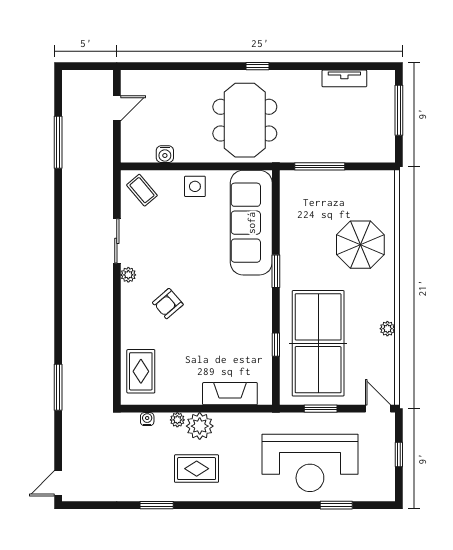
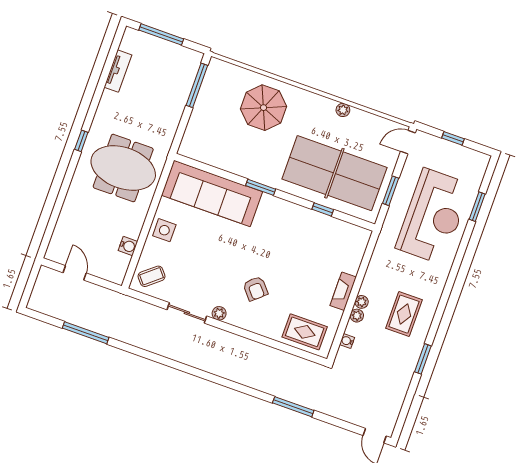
window: (320, 166) -> (197, 85), moved
fireplace: (230, 394) -> (343, 291), moved, width x0.73, depth x0.76
plant: (200, 426) -> (362, 302), width x0.53, depth x0.53

